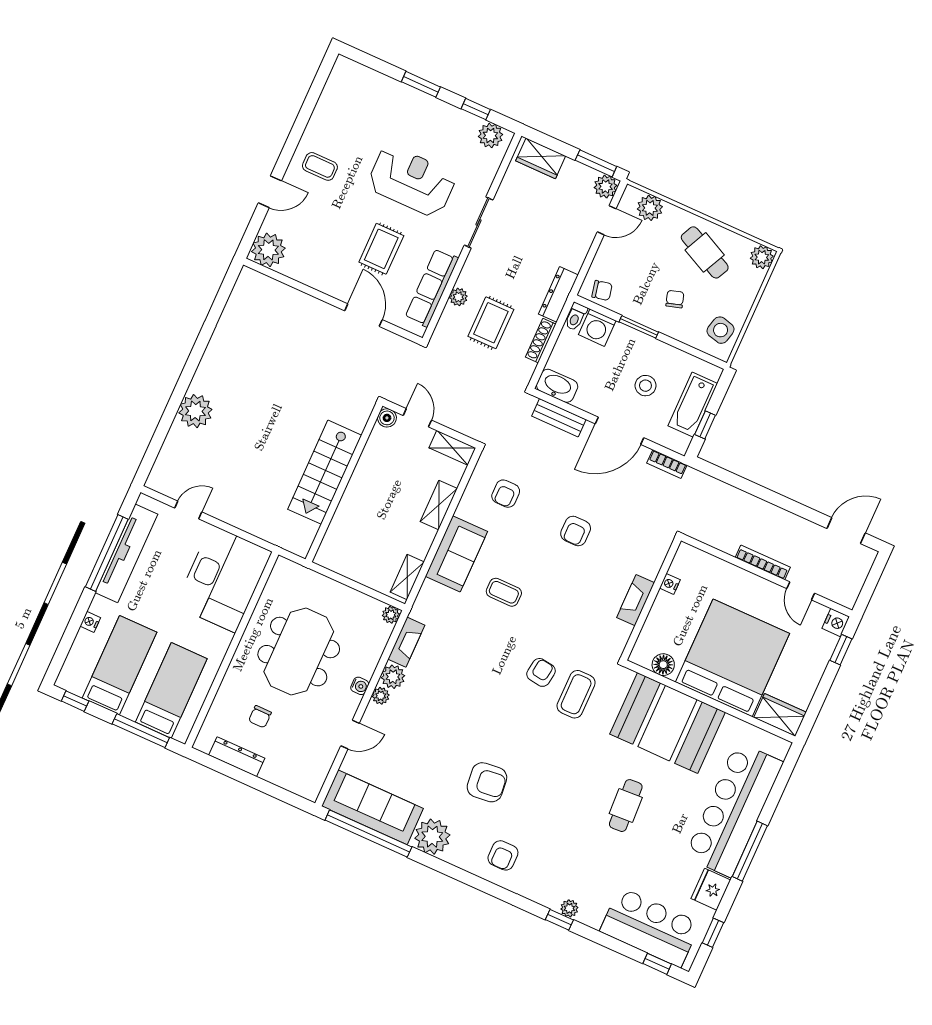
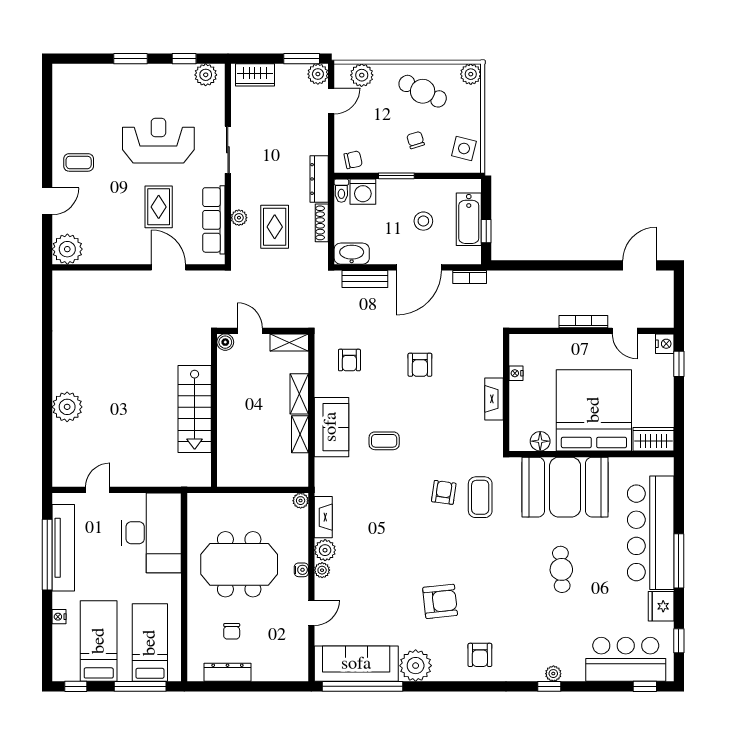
shelving: (407, 577) -> (300, 434), moved
meeting table: (299, 652) -> (239, 564), turned 90

